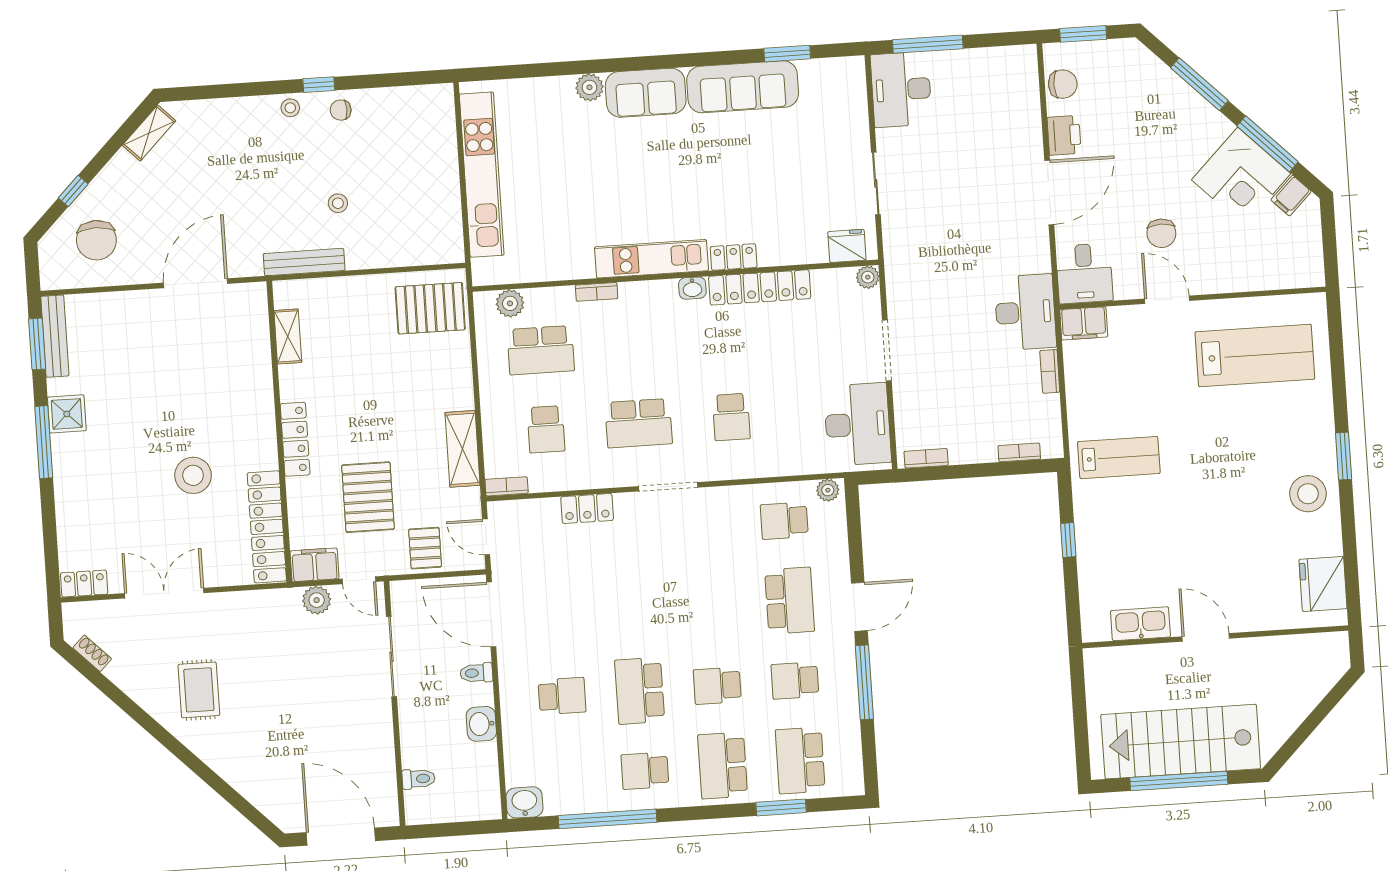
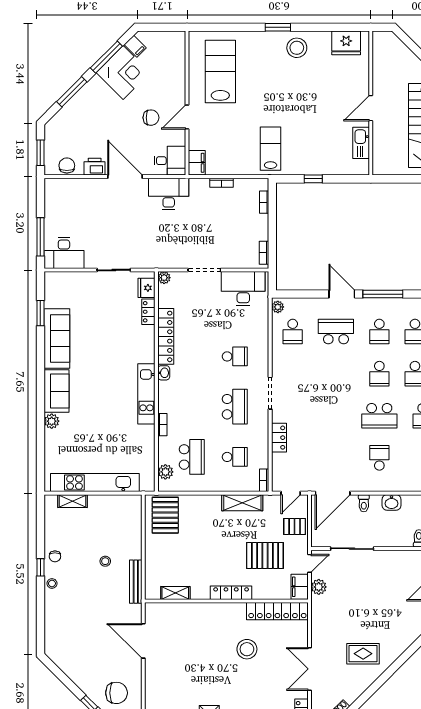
shelving: (149, 133) -> (73, 501), moved, turned -45
locker: (734, 257) -> (148, 312), moved
desk: (1025, 312) -> (169, 194), moved

